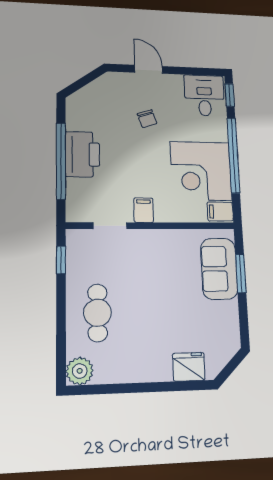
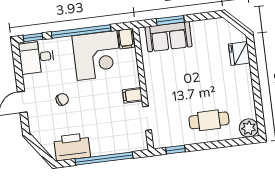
printer: (82, 154) -> (72, 147), moved

